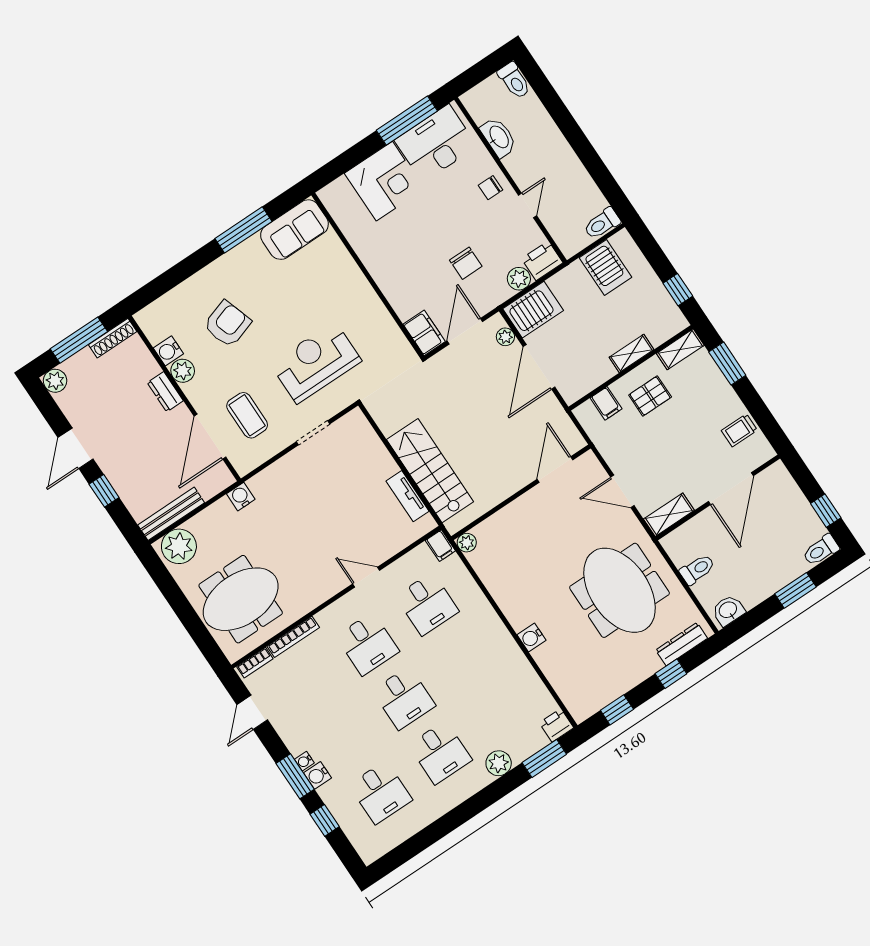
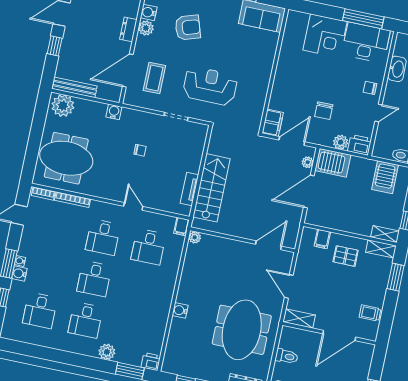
shelving: (631, 353) -> (385, 234), moved
chair: (311, 509) -> (140, 150), added

